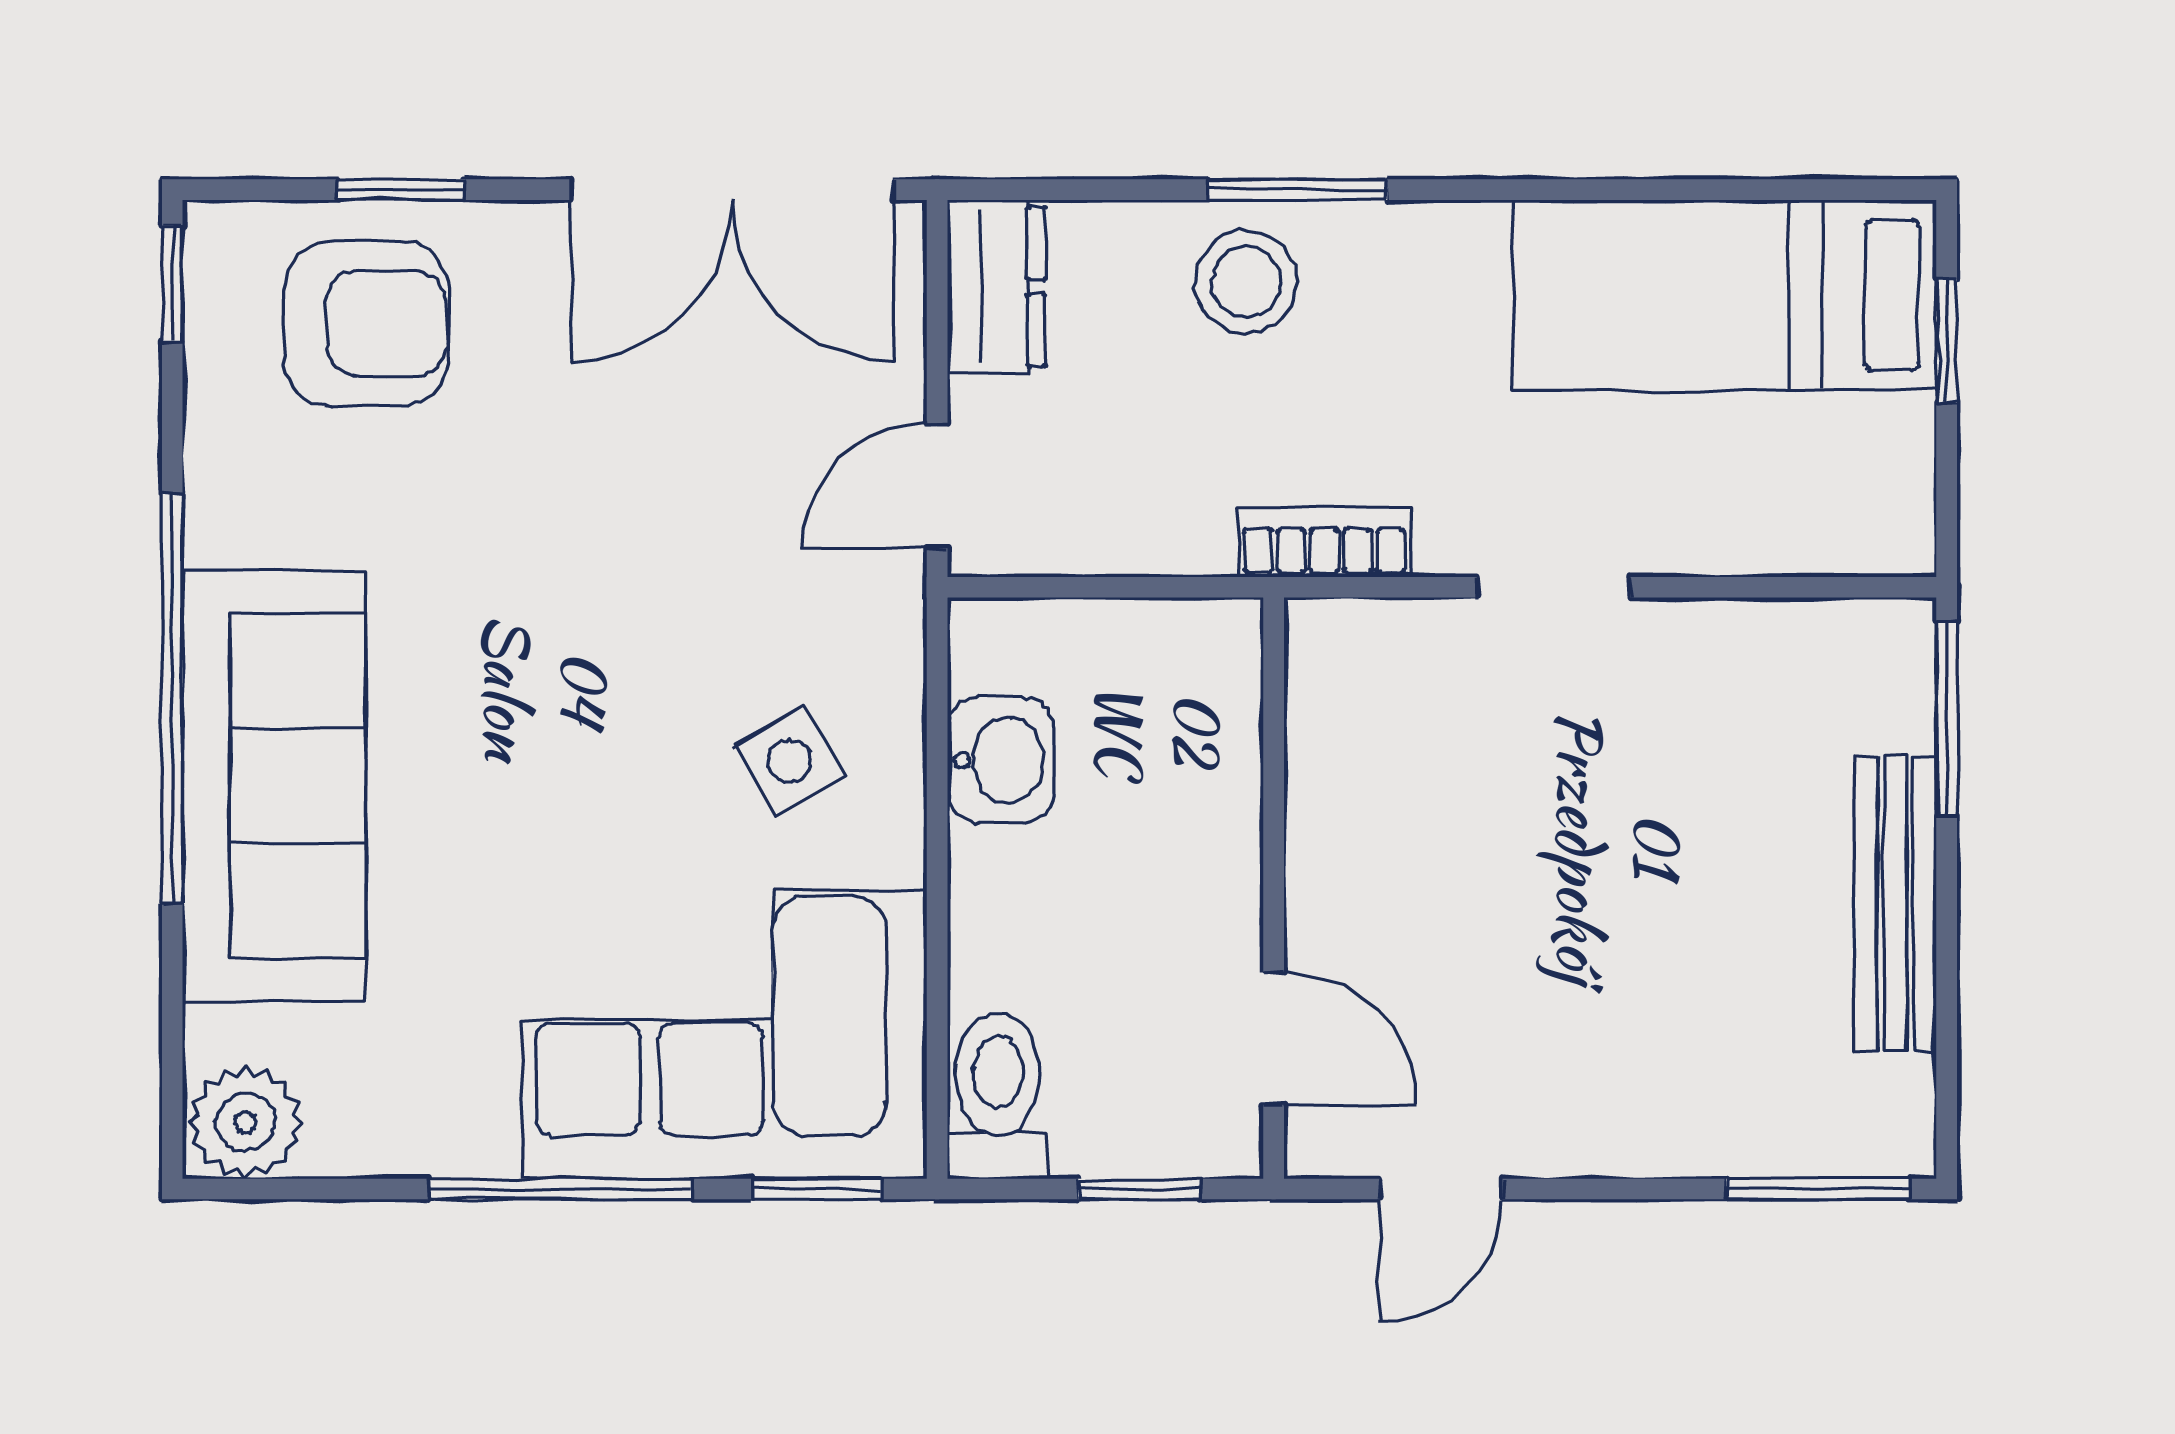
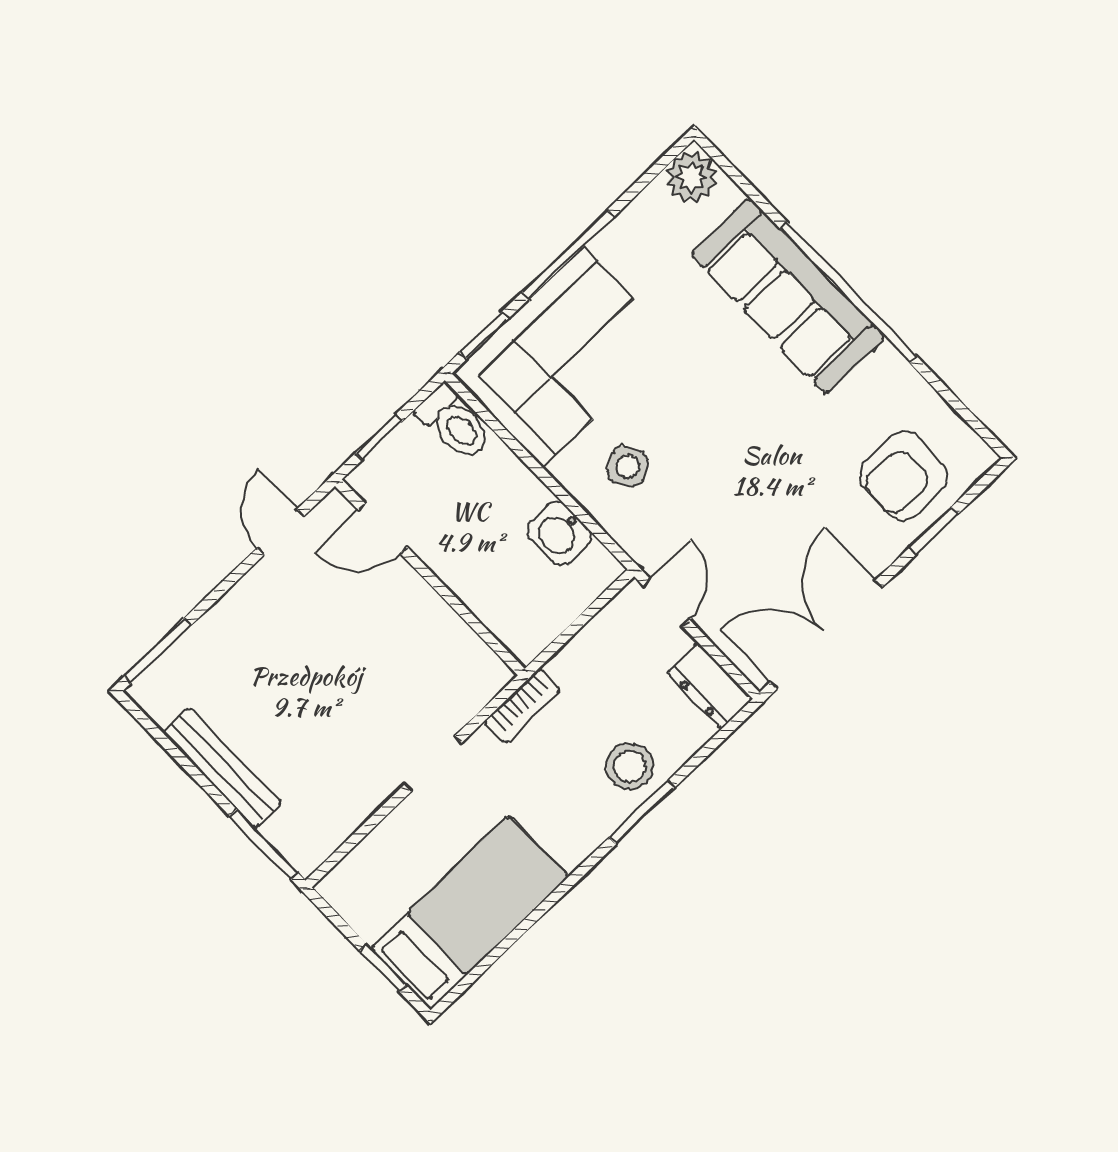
window: (172, 284) -> (979, 428), removed

